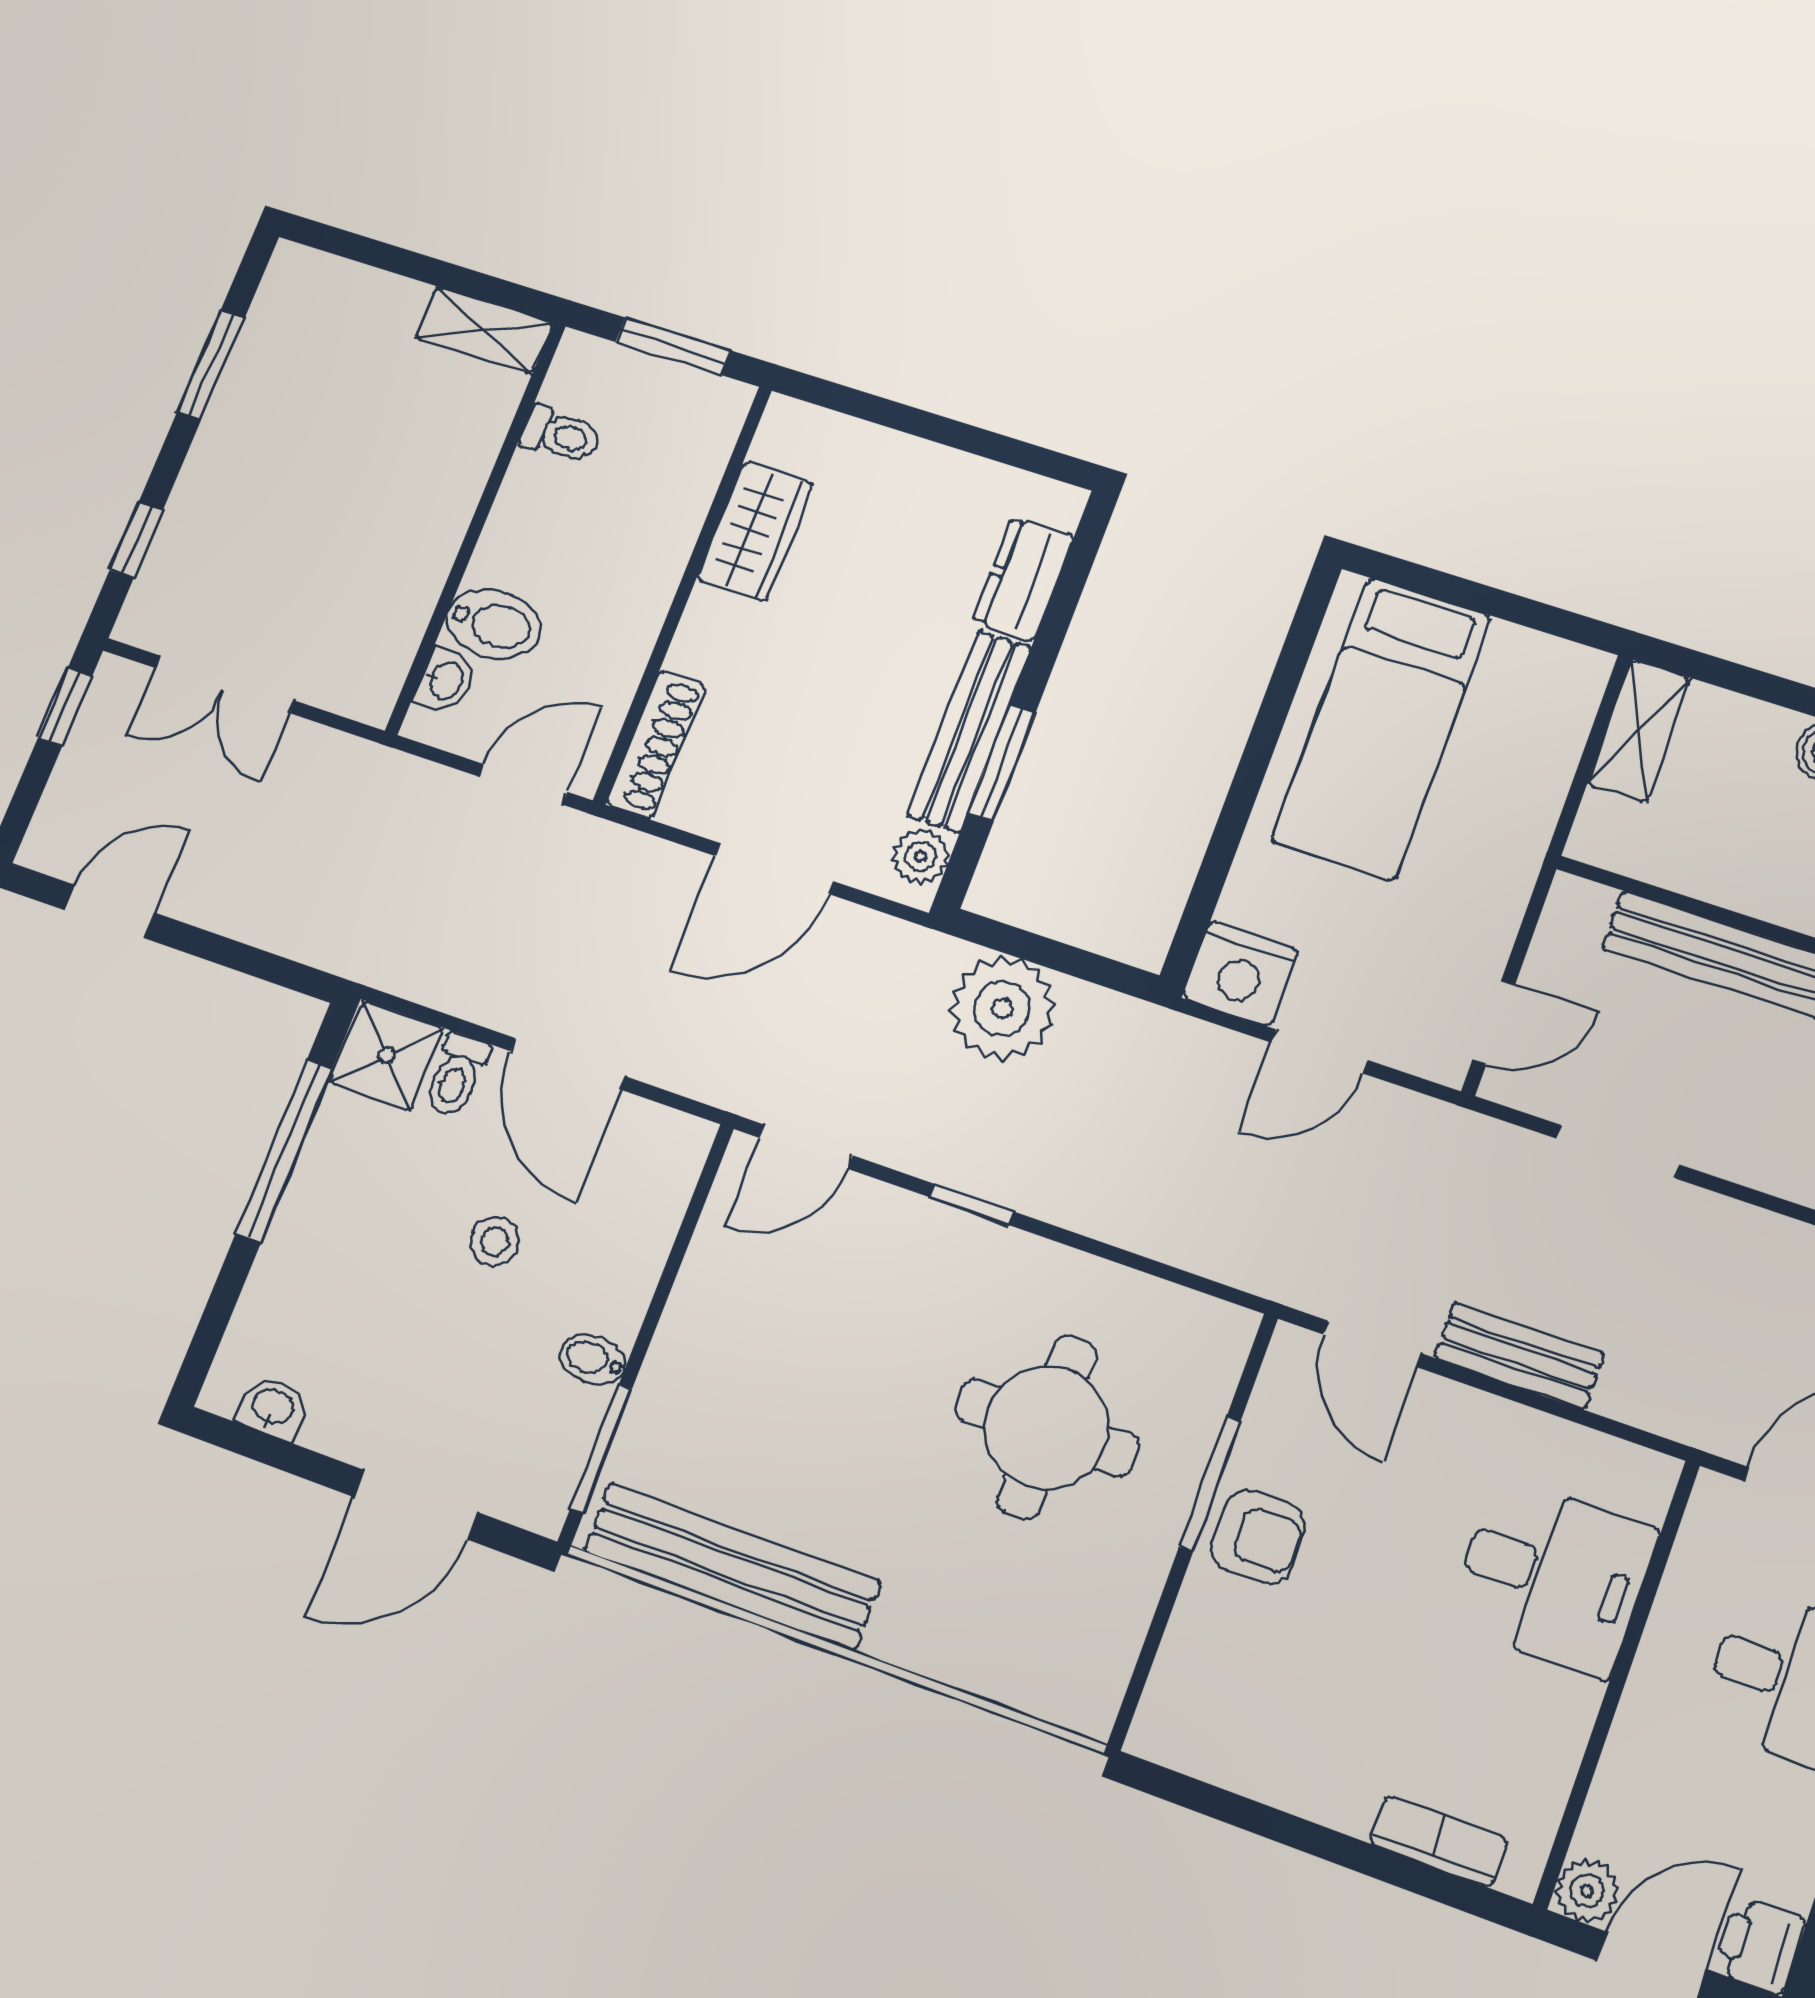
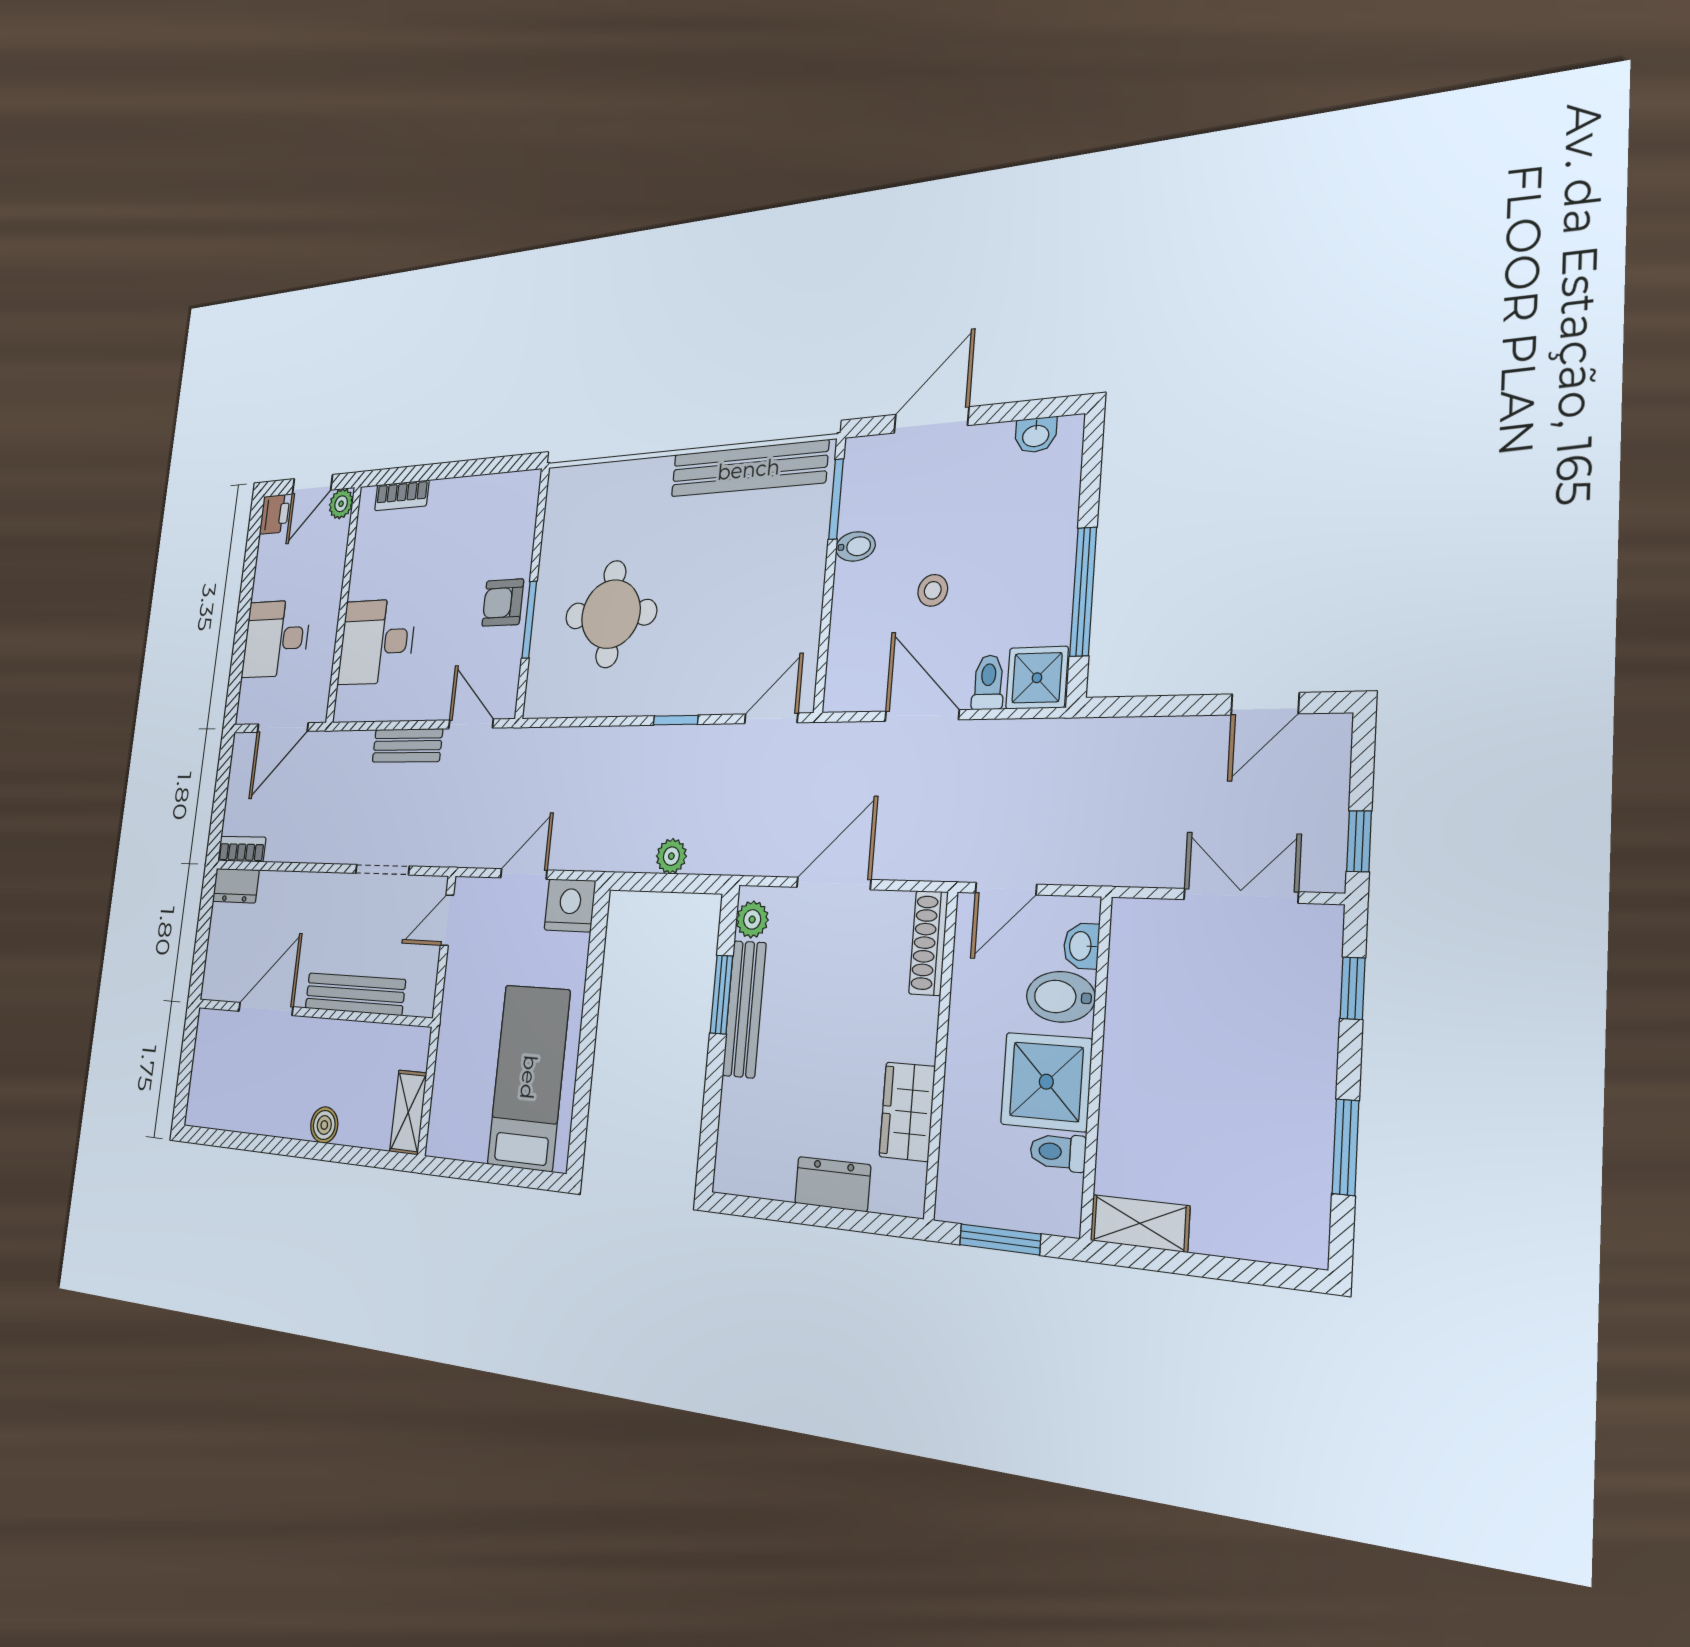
shower: (548, 524) -> (1046, 1082), added
dresser: (1023, 579) -> (833, 1184), moved, turned -90
plant: (1002, 1008) -> (671, 856), width x0.53, depth x0.53

